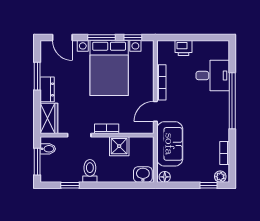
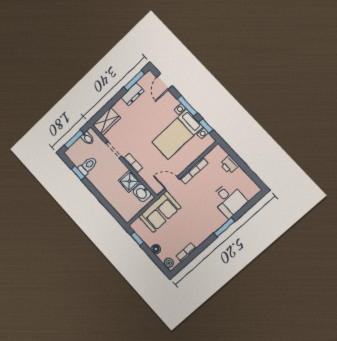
bed with nightstands: (109, 68) -> (177, 134), width x0.73
window: (37, 76) -> (134, 81), moved
dresser: (47, 89) -> (132, 94), moved
window: (232, 101) -> (224, 227), width x0.47
toilet: (90, 171) -> (88, 166), moved
washbasin: (143, 174) -> (142, 193), moved, turned 180
floor lamp: (165, 177) -> (156, 249), moved
window: (208, 185) -> (137, 239), moved

